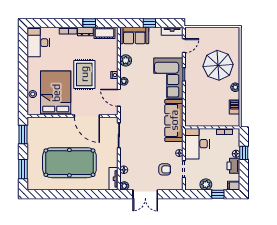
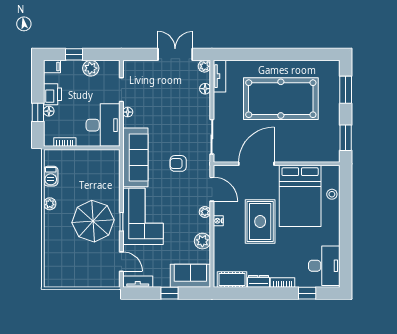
window: (89, 23) -> (307, 293), moved
door: (184, 46) -> (121, 262), swing flipped
parasol: (218, 65) -> (93, 221), moved
door: (87, 116) -> (256, 164), hinge flipped
armchair: (165, 169) -> (178, 163), moved

